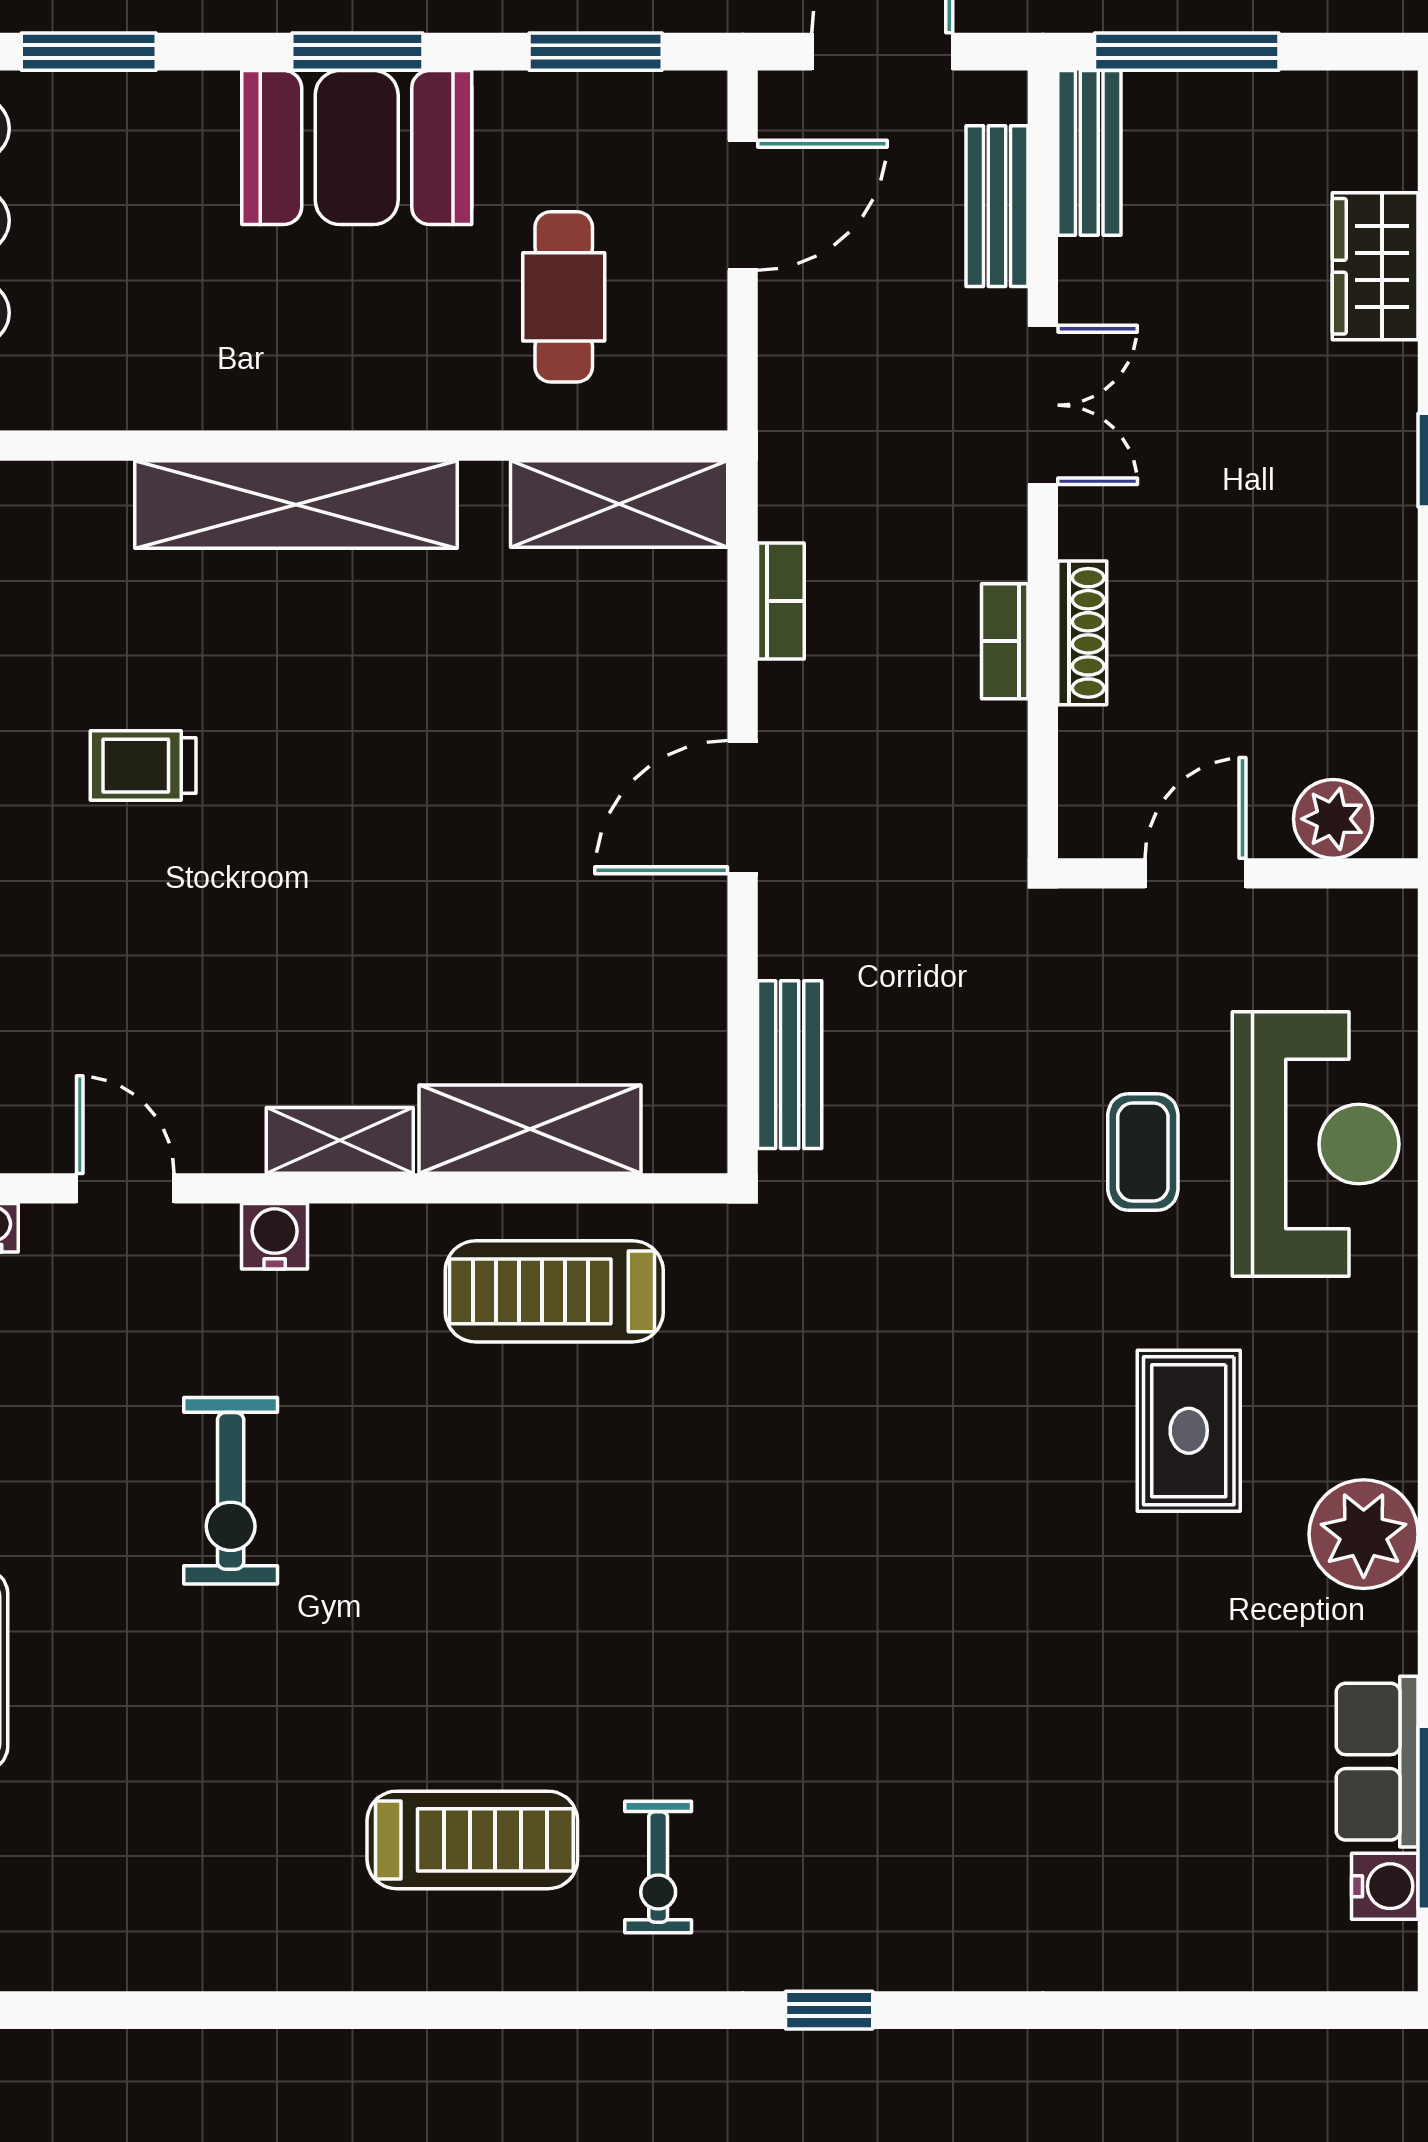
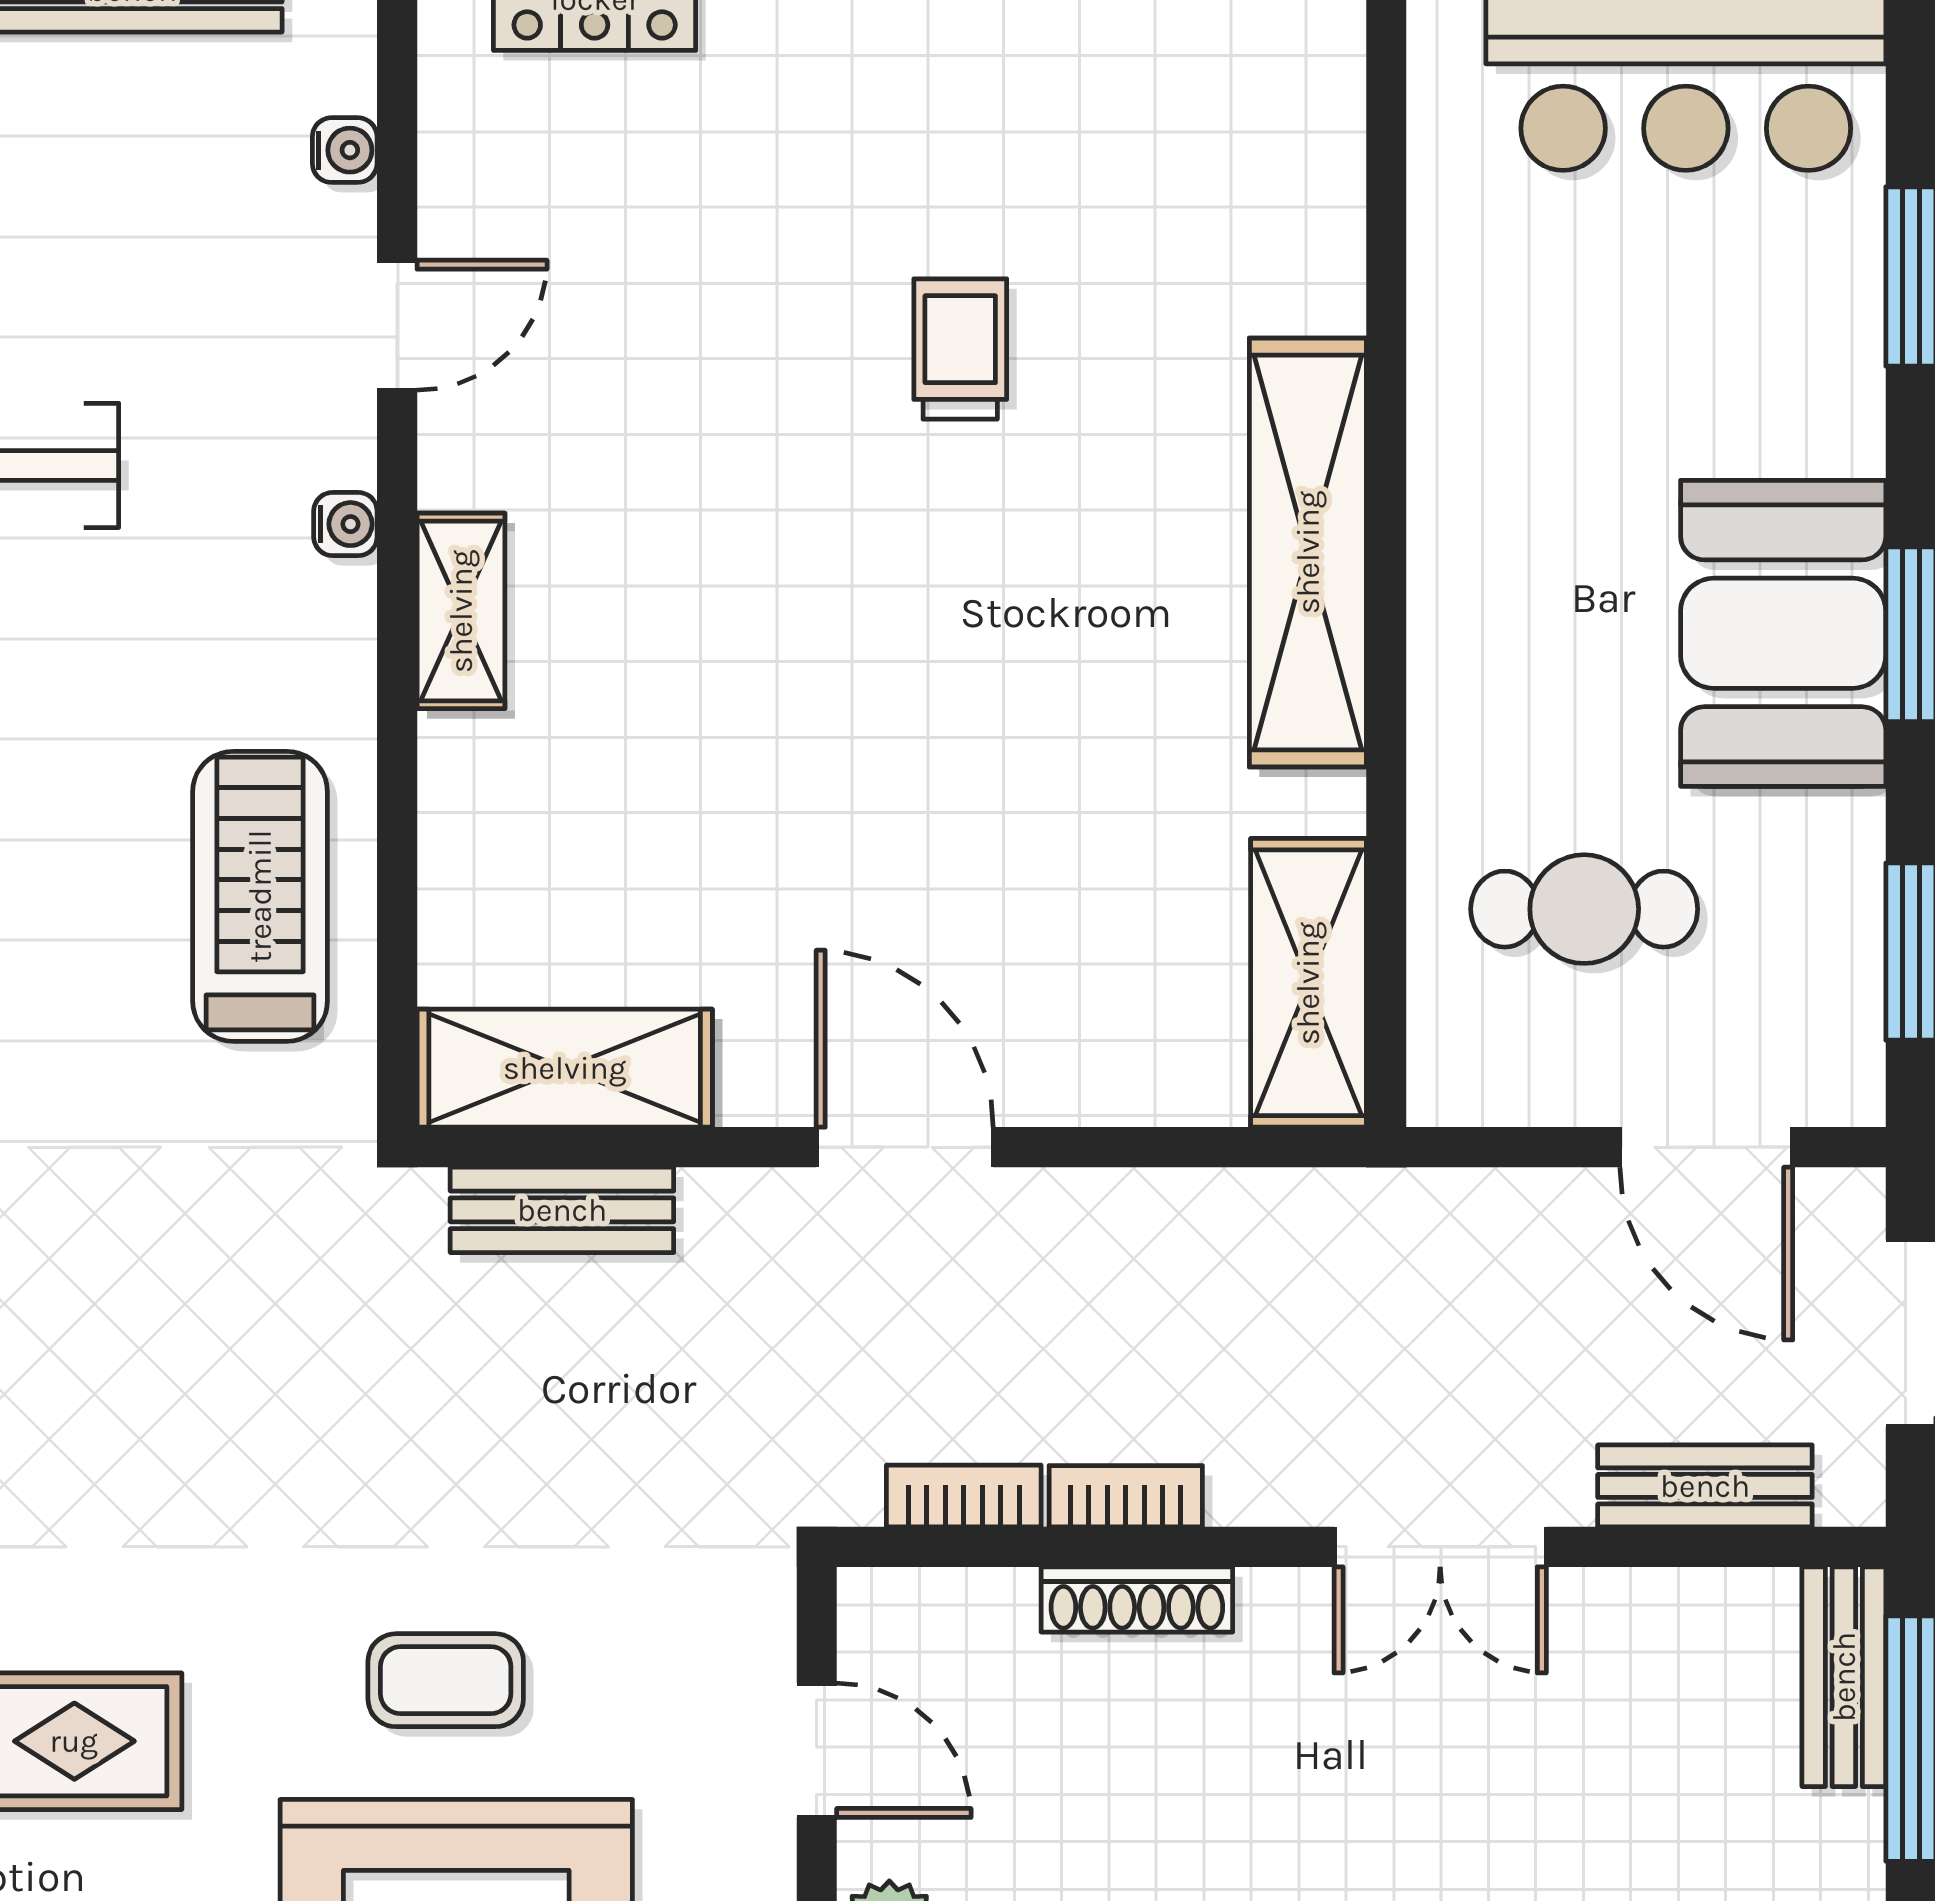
bench: (1089, 153) -> (1844, 1677), moved, turned 90
bookcase: (781, 601) -> (964, 1496), moved, turned 180
shelving: (530, 1129) -> (565, 1068), moved, turned 90
water cooler: (275, 1236) -> (345, 524), width x0.72, depth x0.72

